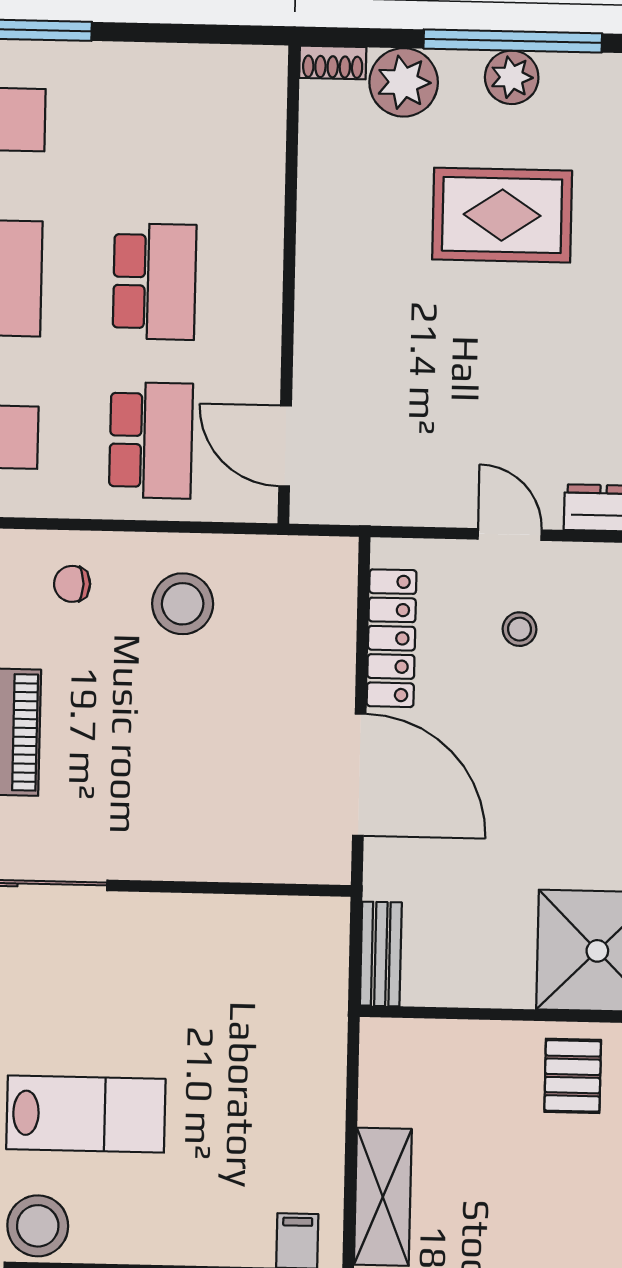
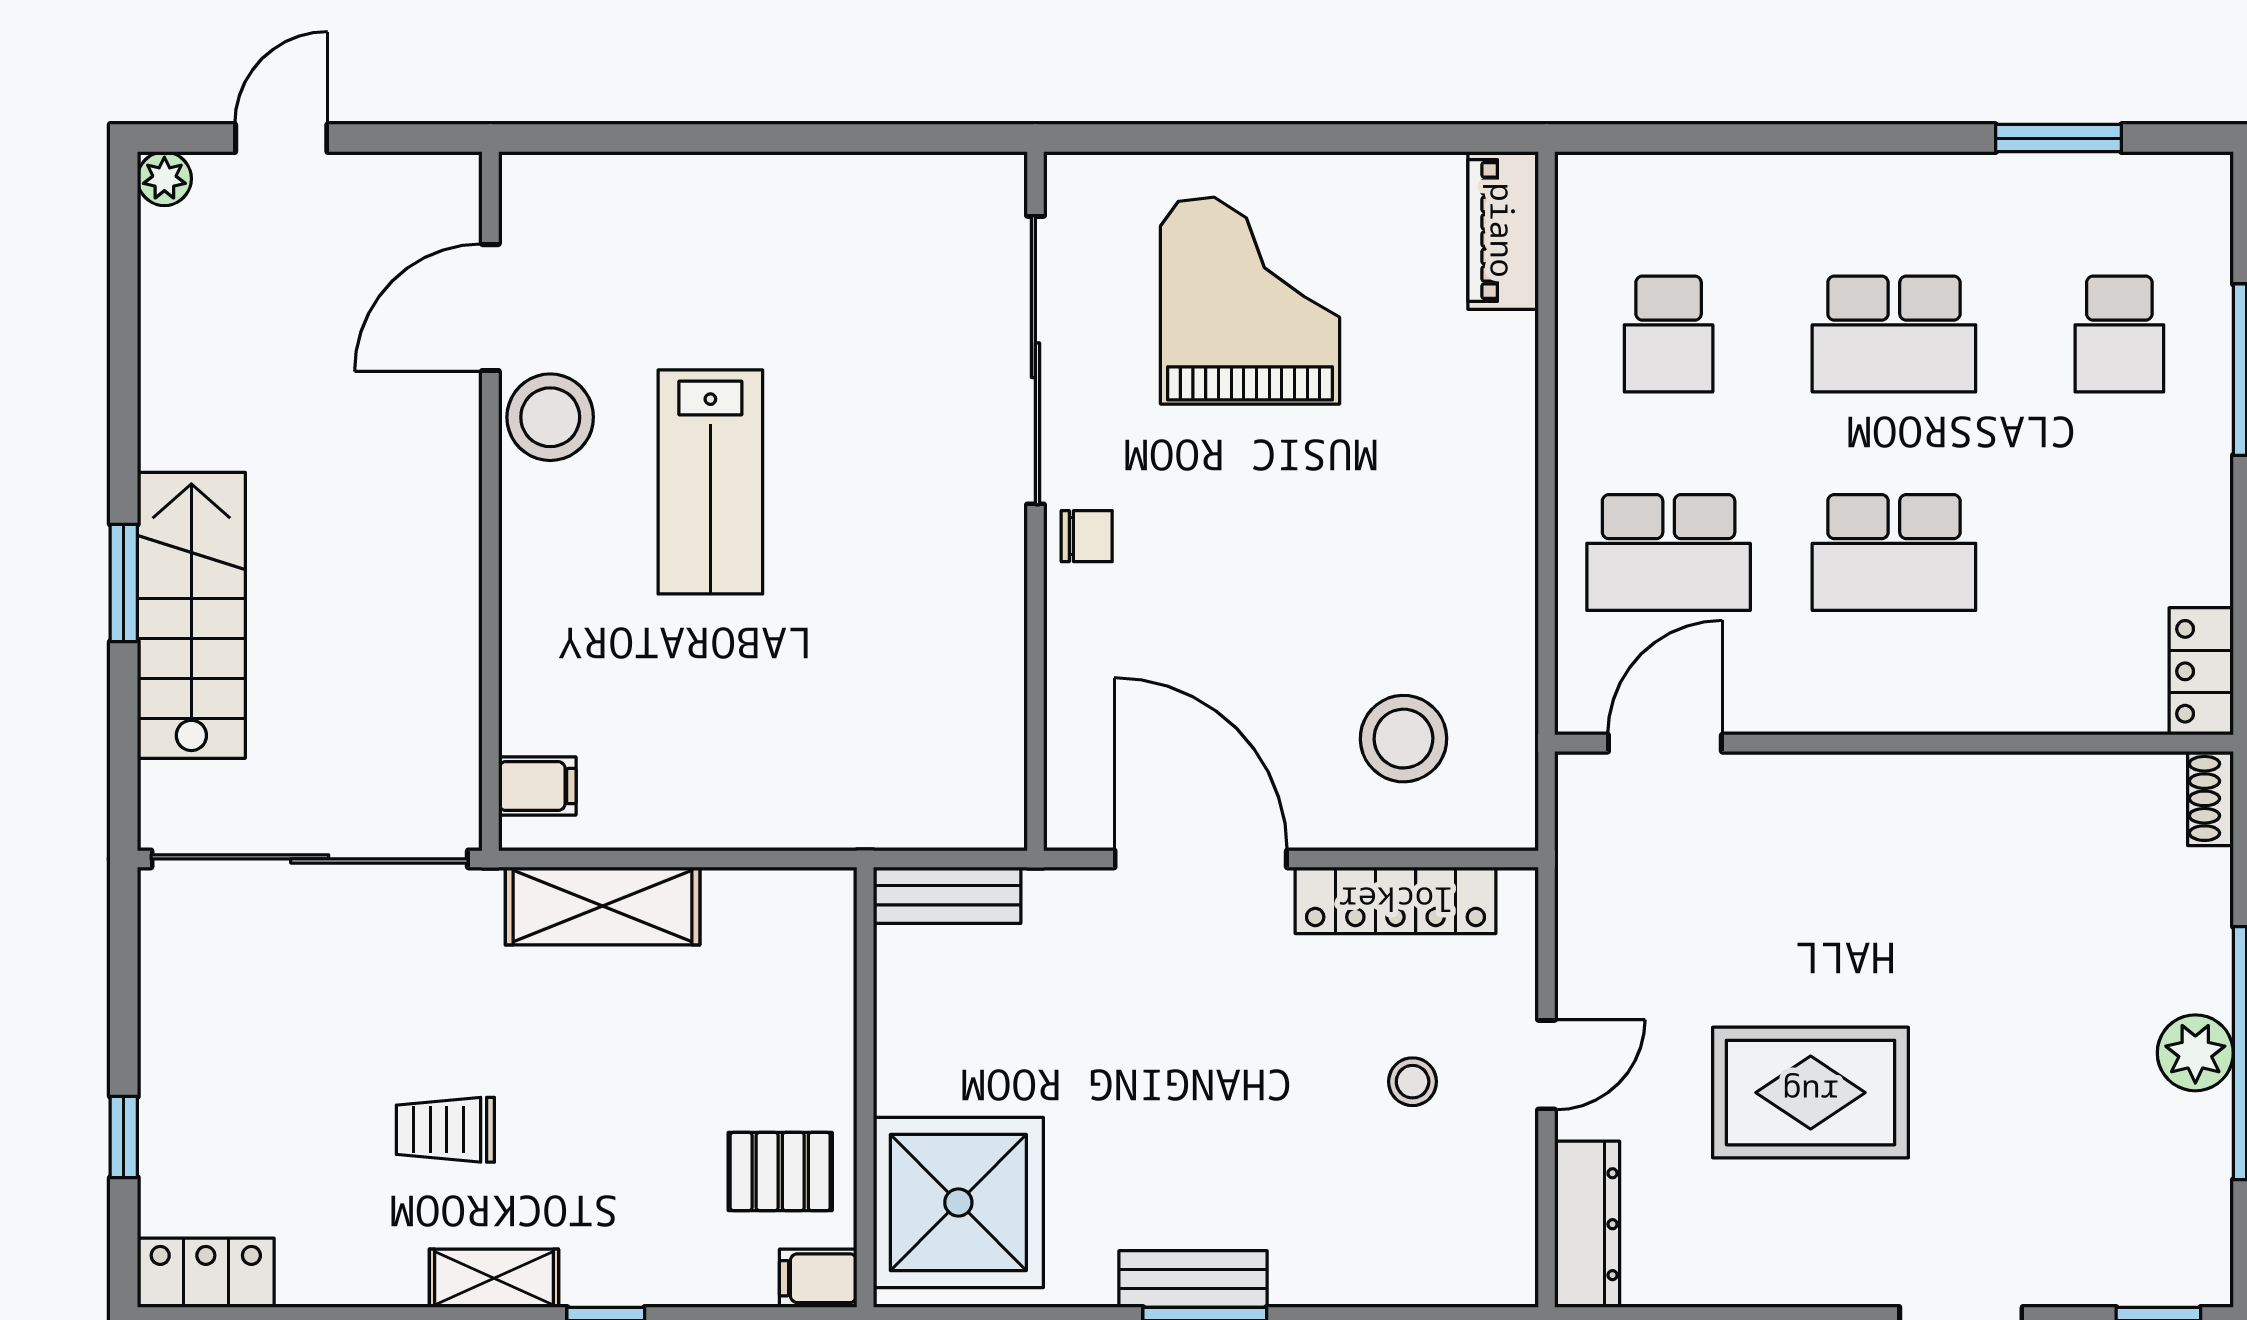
locker: (243, 67) -> (2201, 671), added
plant: (404, 82) -> (2185, 900), removed
rug: (502, 215) -> (1811, 1093), moved, turned 90
chair: (72, 584) -> (1087, 536), moved, turned 90
stool: (183, 604) -> (1403, 739), moved
door: (359, 775) -> (1201, 859), swing flipped

